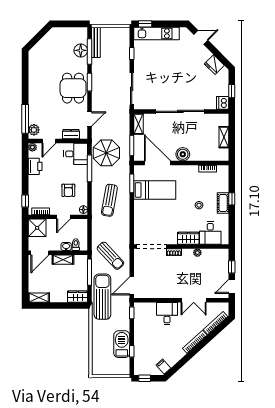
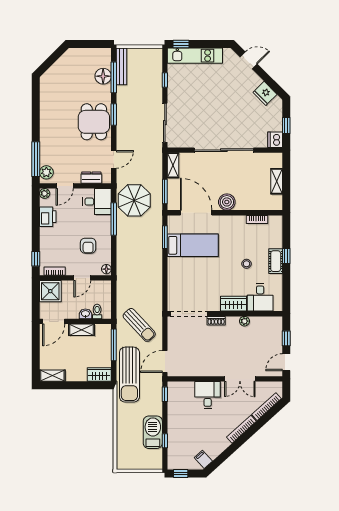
sun lounger: (109, 200) -> (138, 258), removed
sun lounger: (102, 297) -> (129, 375), turned 180

